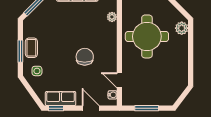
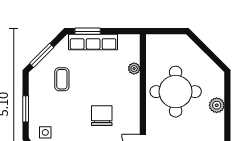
plant: (182, 28) -> (217, 105), moved
coffee table: (31, 48) -> (62, 79), moved

